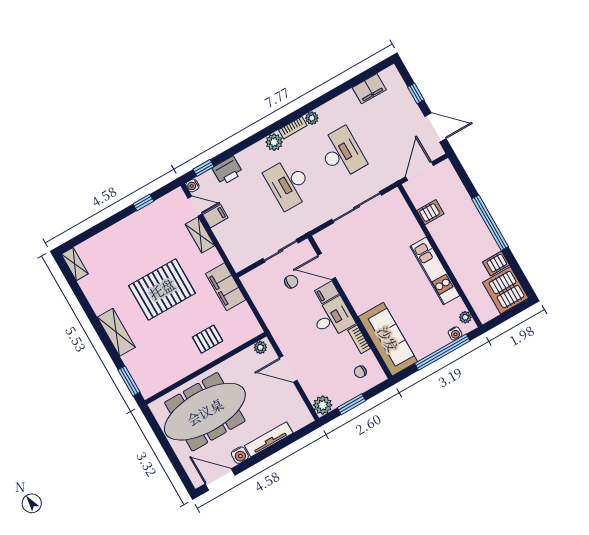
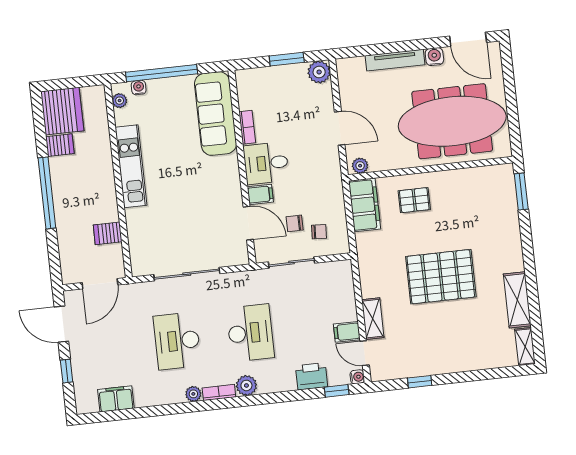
filing cabinet: (226, 287) -> (365, 205), moved
shelving: (116, 332) -> (517, 300), moved
chair: (360, 372) -> (319, 232), moved

